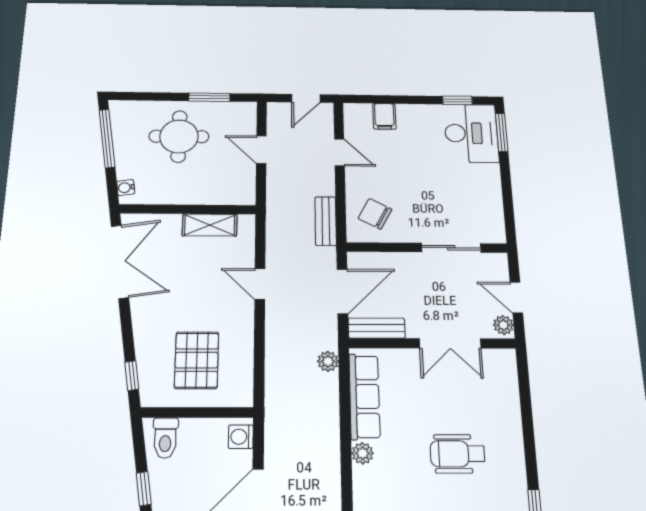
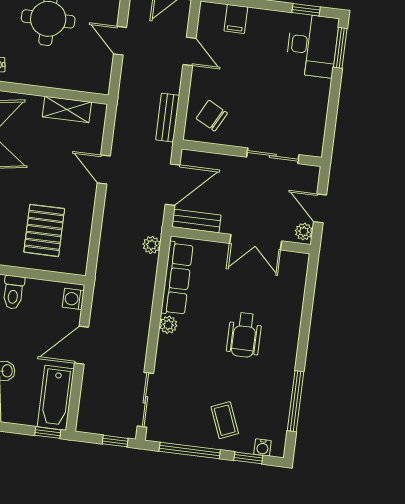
wheelchair: (457, 454) -> (244, 335), turned -90

